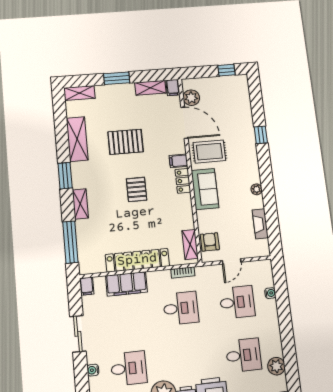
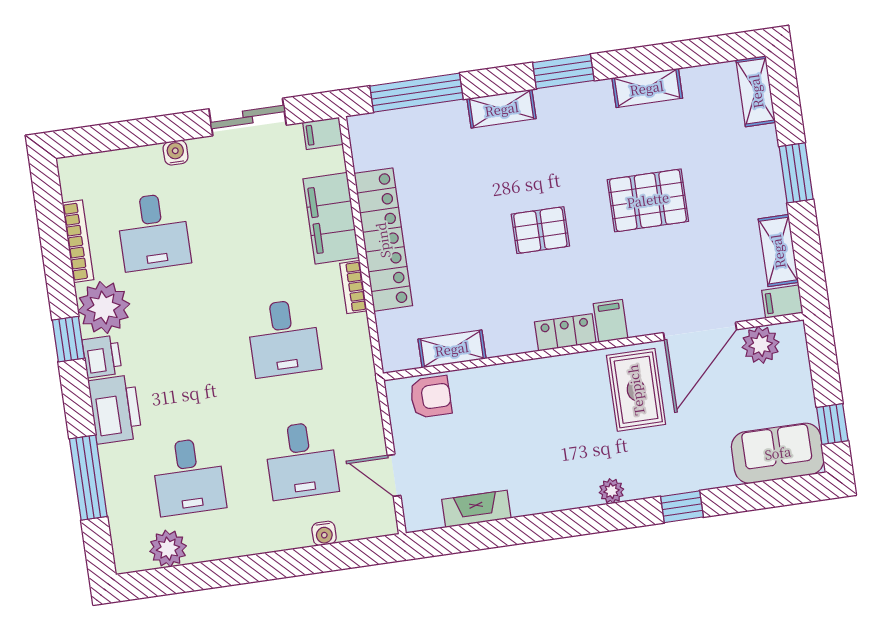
shelving: (77, 139) -> (647, 88), width x0.67, depth x0.75
pallet: (126, 142) -> (648, 200), turned 90
sofa: (205, 189) -> (778, 453), moved, turned 180
plant: (257, 189) -> (611, 491), moved
shelving: (190, 245) -> (452, 349), moved
door: (232, 261) -> (394, 475), moved
bookcase: (183, 273) -> (353, 287), moved
sliding door: (78, 334) -> (248, 117), moved
water cooler: (93, 370) -> (176, 153), moved

